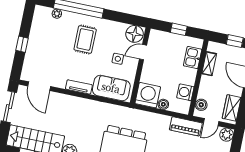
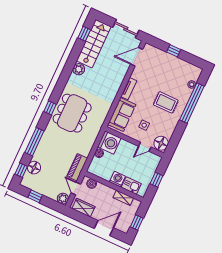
door: (143, 52) -> (145, 147), swing flipped
washing machine: (185, 92) -> (117, 179), moved

